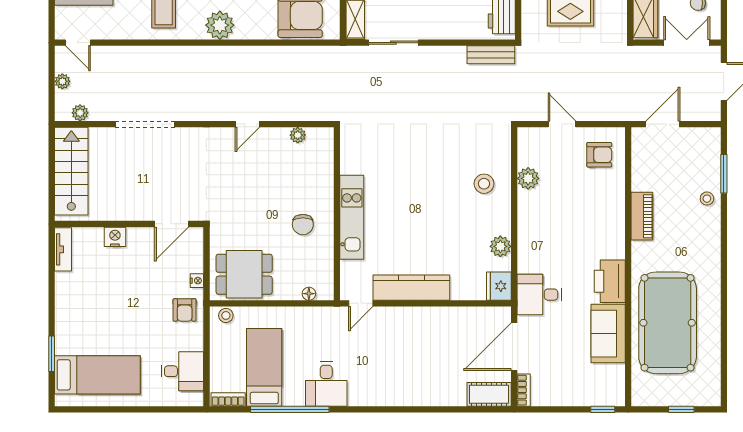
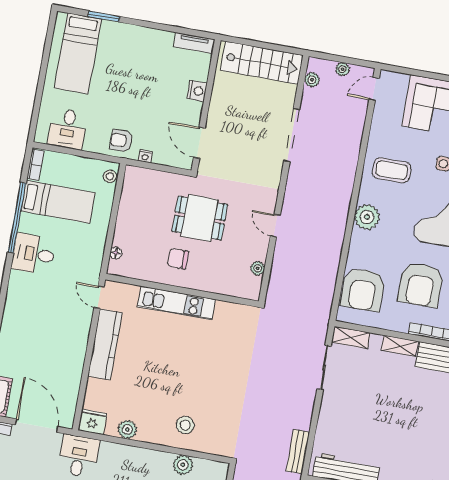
dining table: (244, 274) -> (200, 218), moved, turned 90

